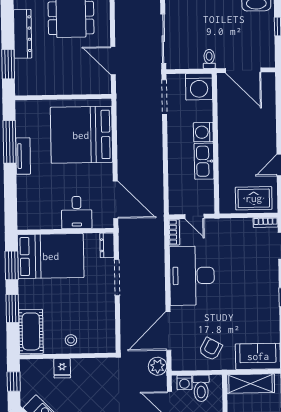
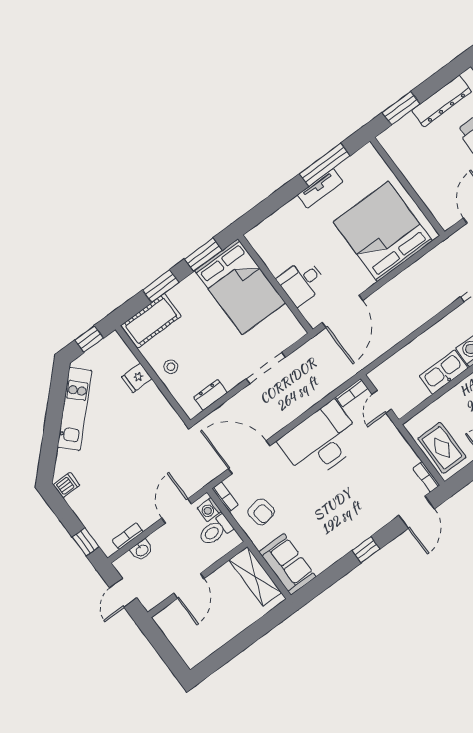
dresser: (107, 245) -> (211, 395), moved
armchair: (210, 349) -> (261, 512), turned 52
plant: (158, 366) -> (206, 471), removed
bookcase: (183, 366) -> (225, 497), added

